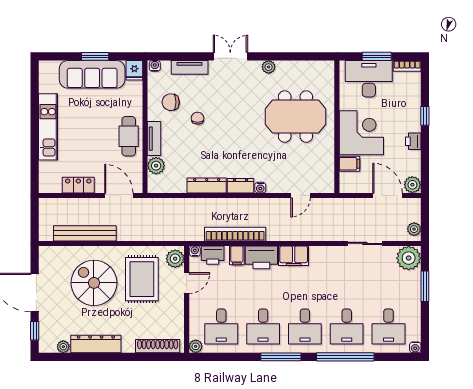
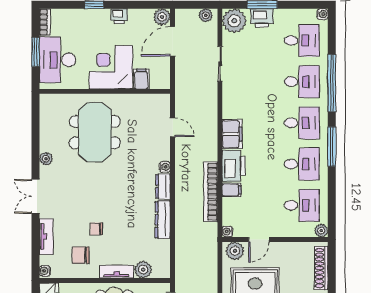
chair: (171, 102) -> (81, 255), turned 90
printer: (213, 255) -> (262, 18), moved, turned 90
door: (187, 283) -> (259, 240), swing flipped

